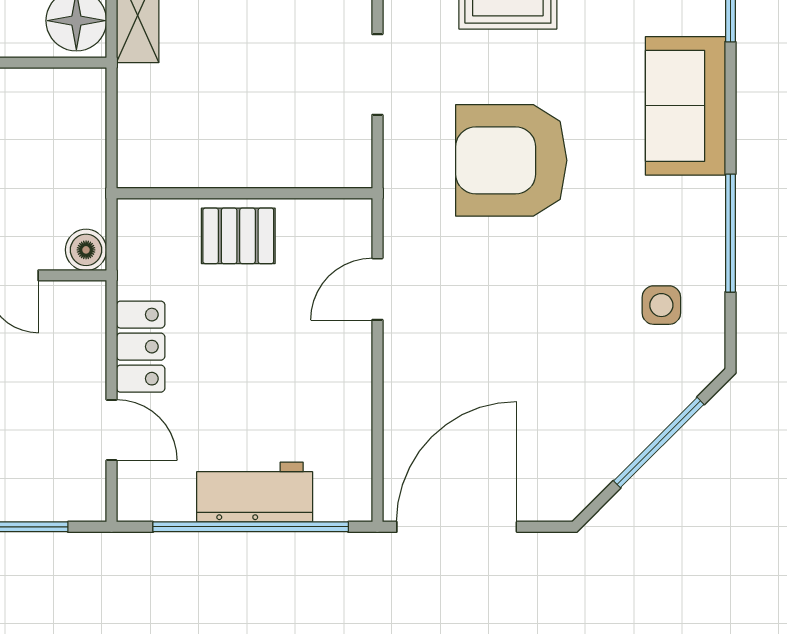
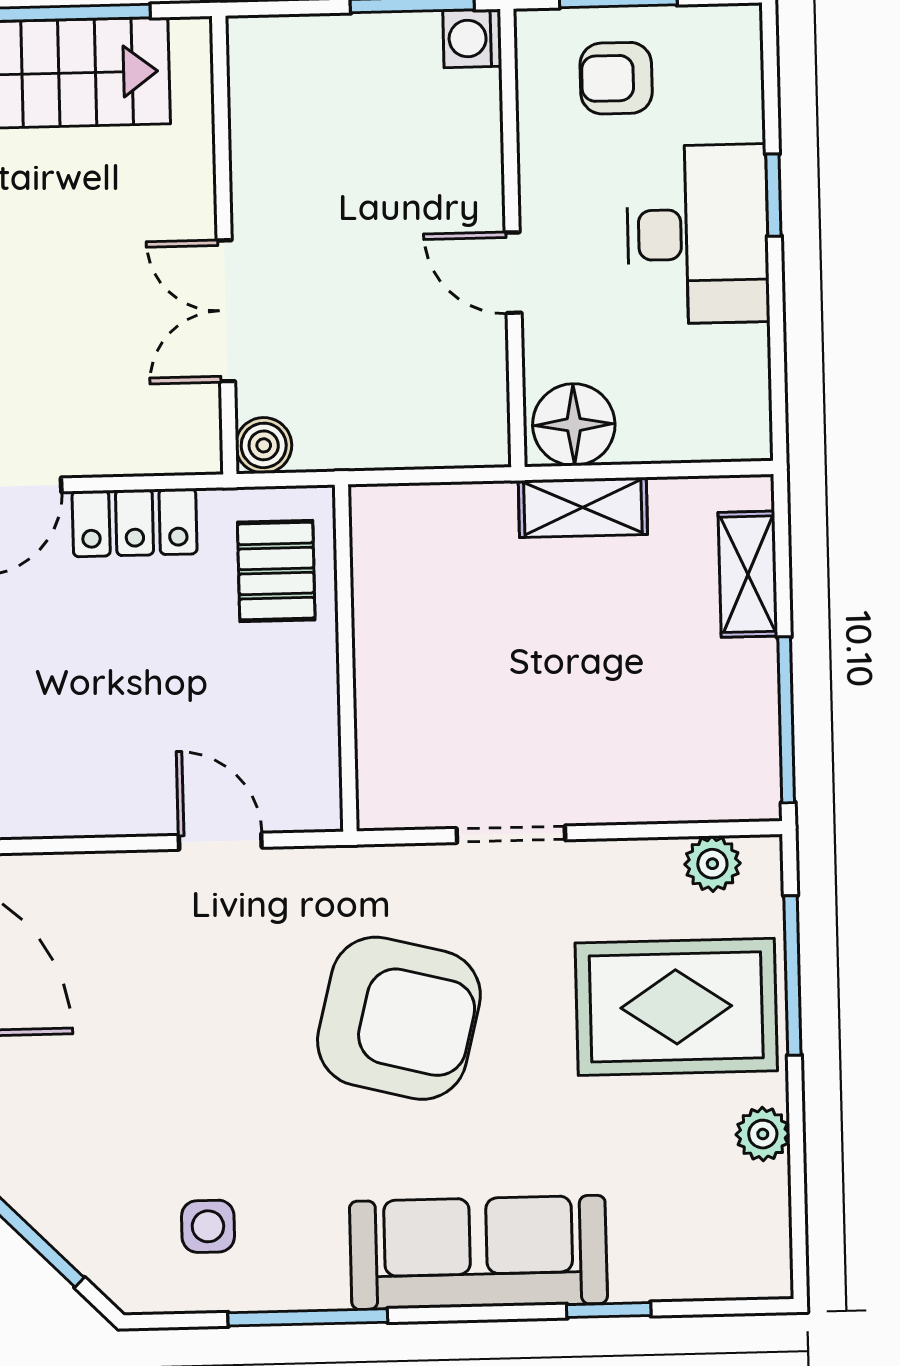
sofa: (686, 106) -> (478, 1252), width x1.36
armchair: (511, 160) -> (399, 1018), turned 104
pallet: (238, 236) -> (276, 571), moved

